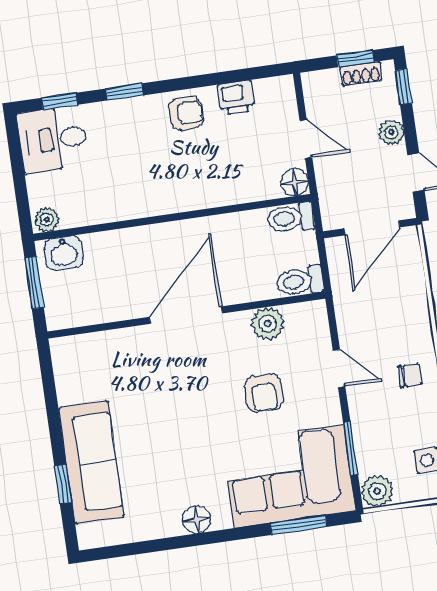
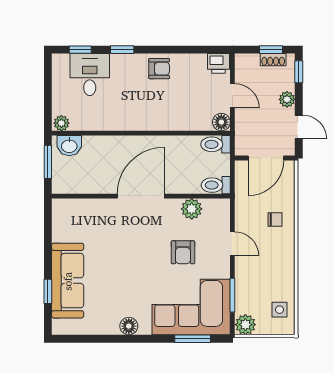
printer: (236, 98) -> (219, 63), moved
desk: (53, 139) -> (90, 75), moved, turned 90
chair: (410, 375) -> (275, 219), moved

